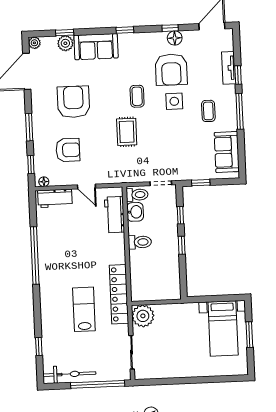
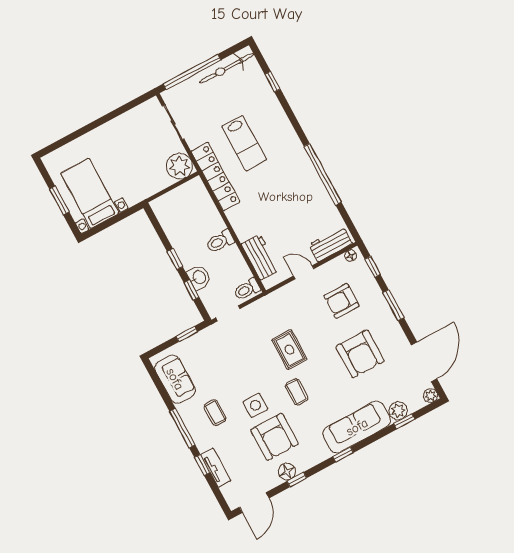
sofa: (96, 47) -> (357, 427), width x1.36
armchair: (171, 70) -> (275, 437), turned 180
washbasin: (135, 212) -> (199, 277), moved, turned 180

